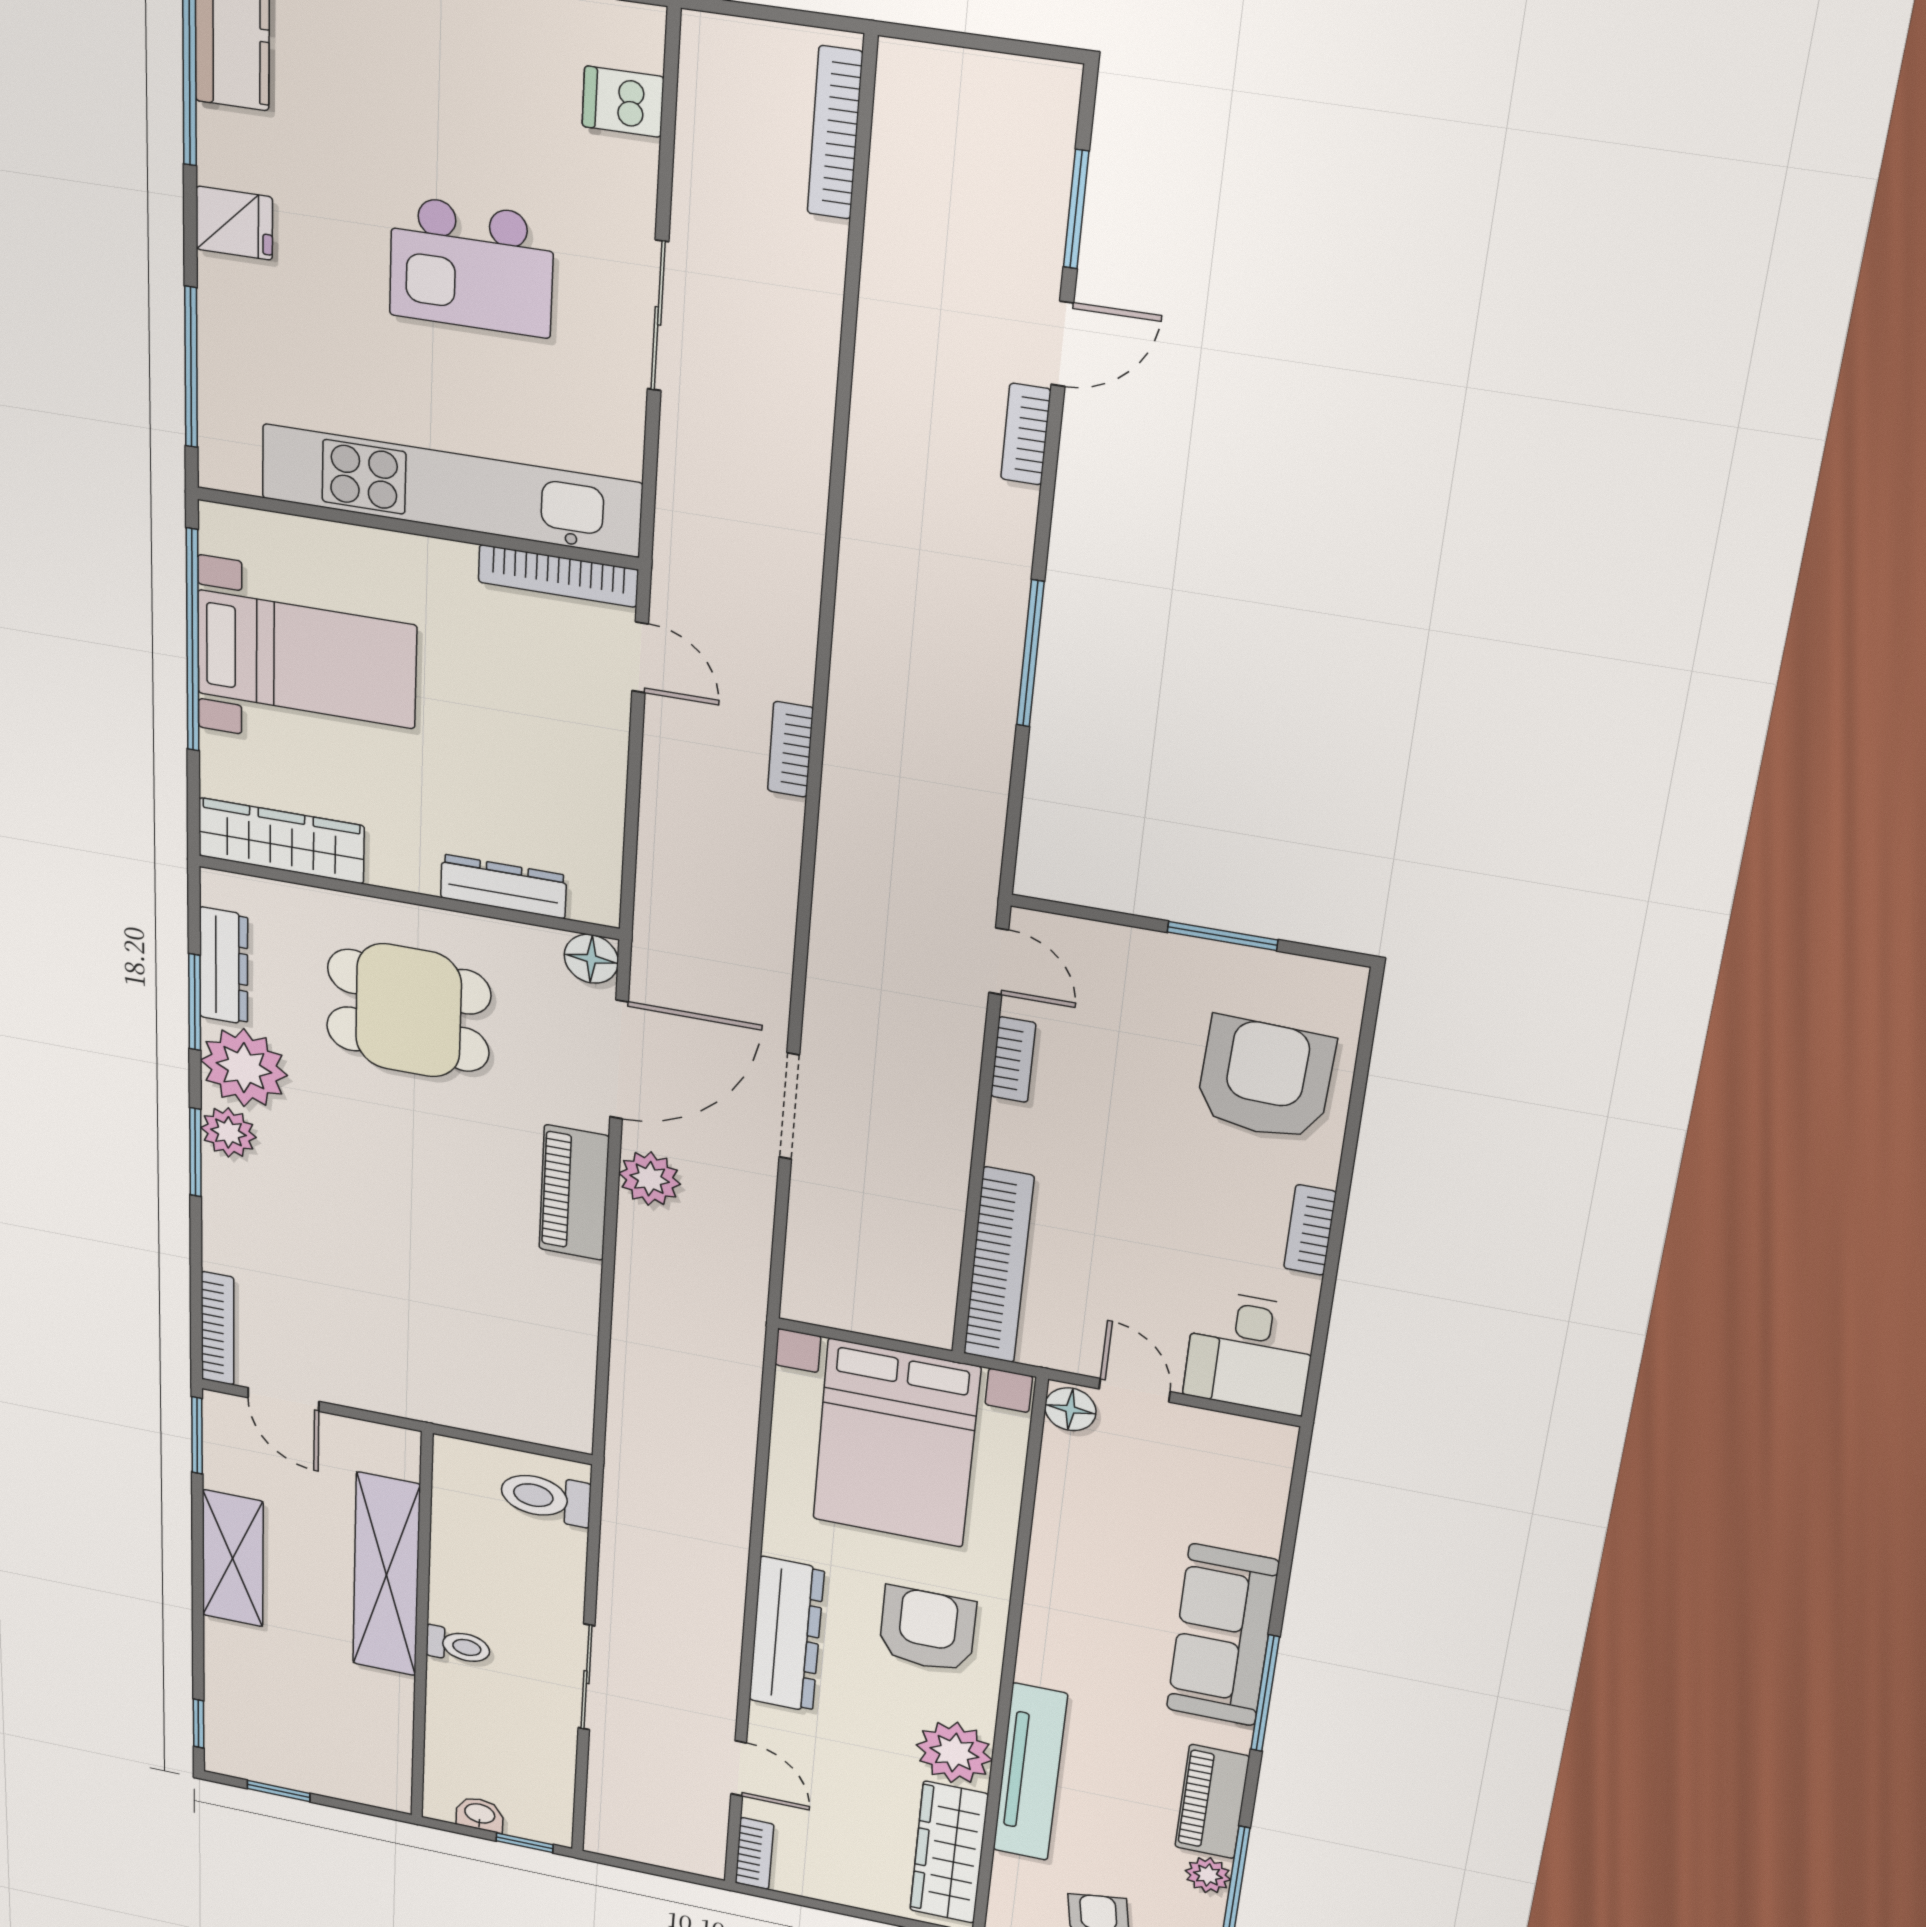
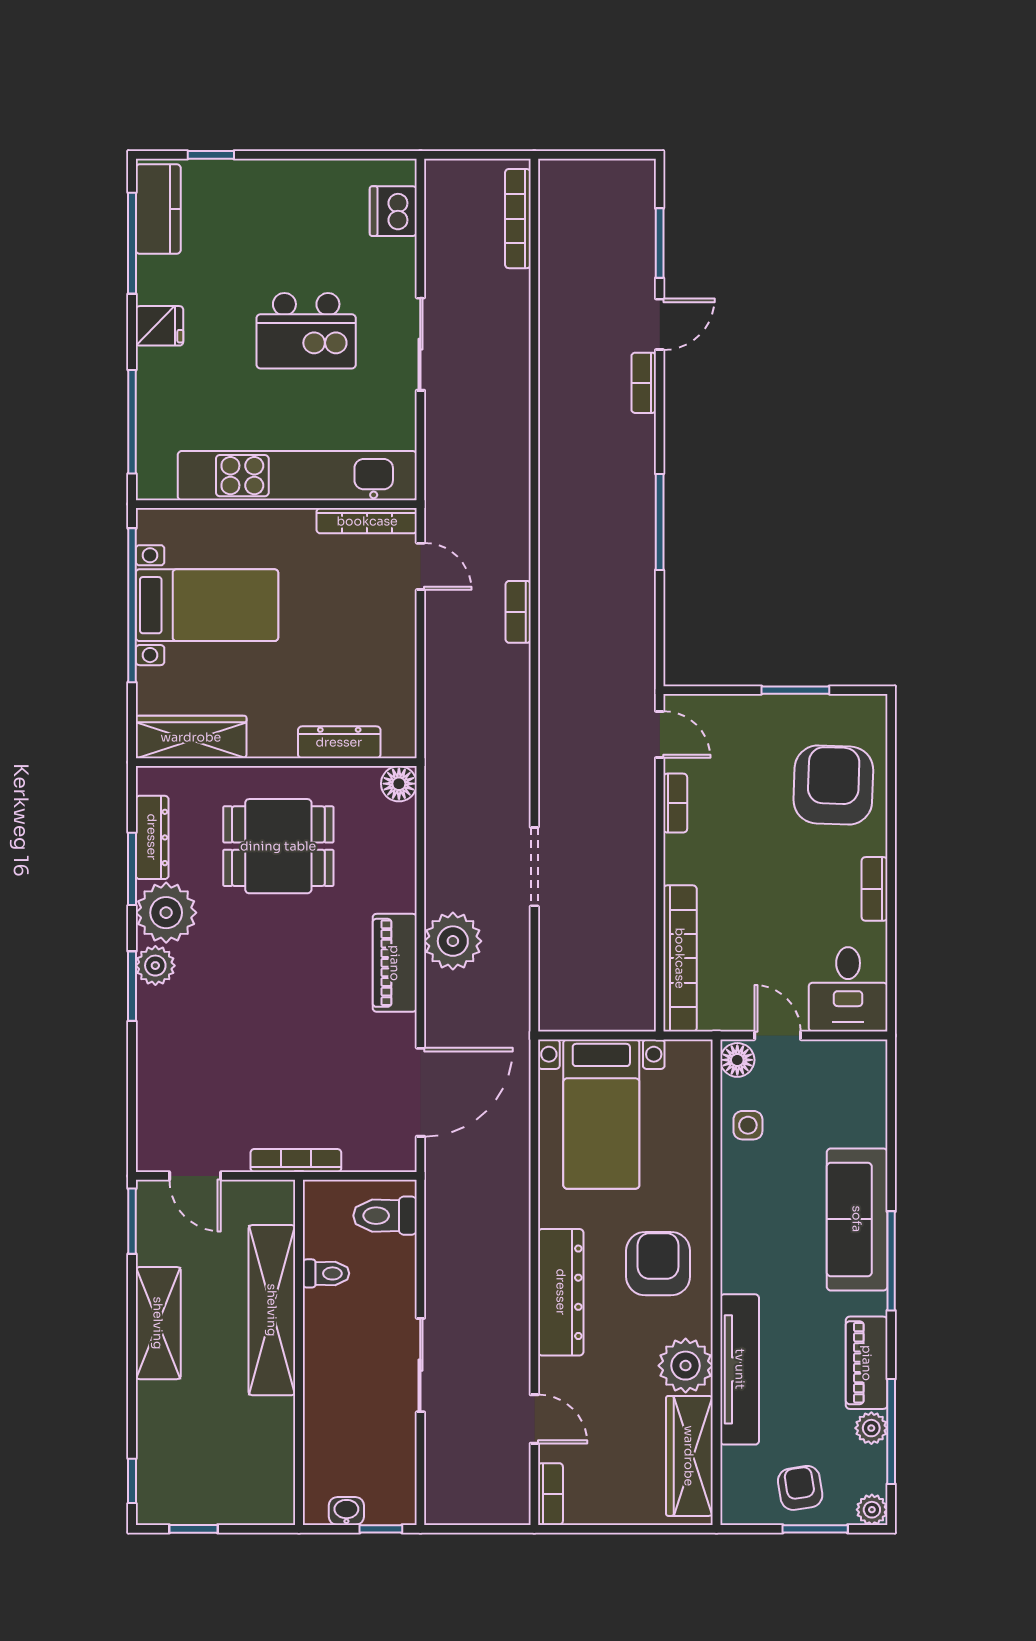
dishwasher: (623, 102) -> (393, 211), width x1.38
door: (619, 1060) -> (420, 1092), moved
plant: (650, 1179) -> (453, 941), width x1.36, depth x1.36
bookcase: (218, 1328) -> (296, 1161), moved, turned -90
bed with nightstands: (896, 1443) -> (601, 1114), width x0.73
side table: (1077, 1492) -> (748, 1125), added
toilet: (458, 1646) -> (326, 1273), moved

